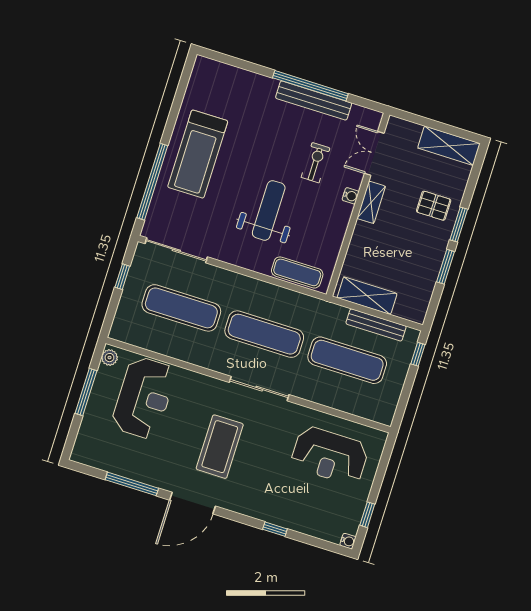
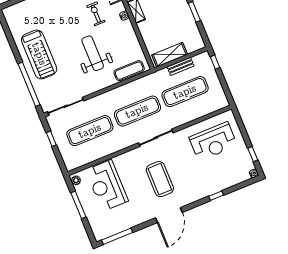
bench: (376, 325) -> (181, 66), width x0.73
reception desk: (144, 398) -> (107, 186), turned 180
window: (132, 484) -> (117, 236), moved

